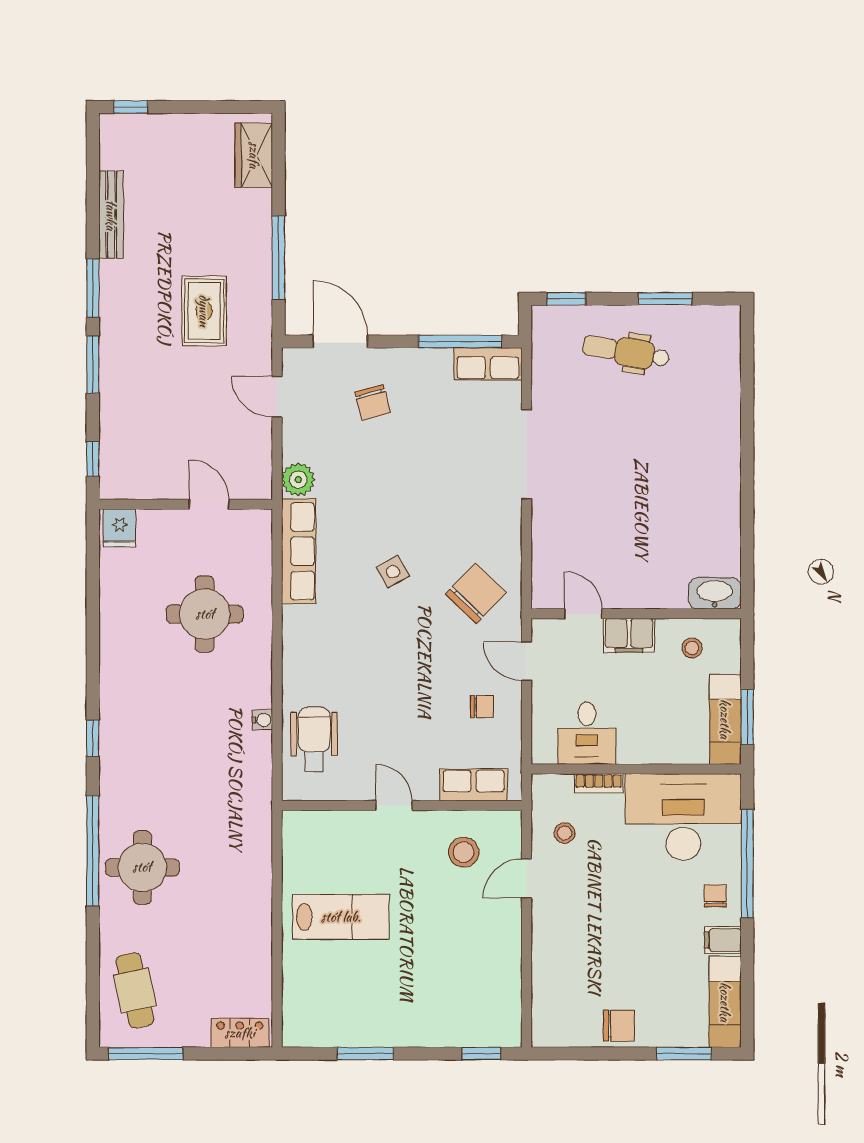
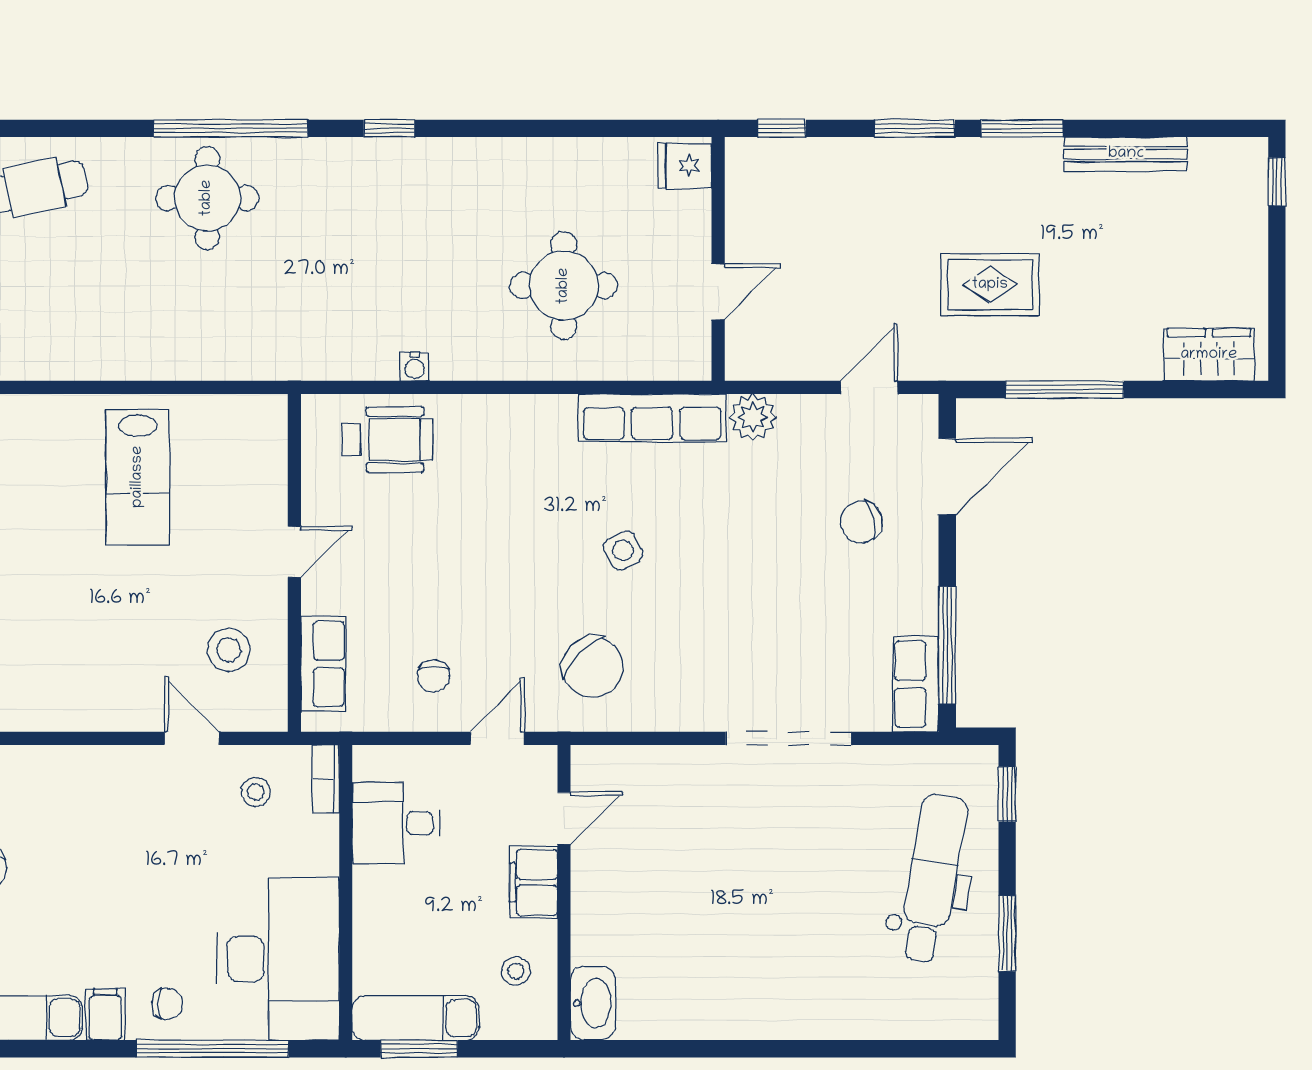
dental chair: (626, 352) -> (933, 878), width x1.36, depth x1.38
bookcase: (599, 783) -> (326, 779), moved

